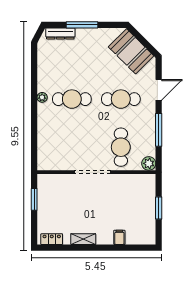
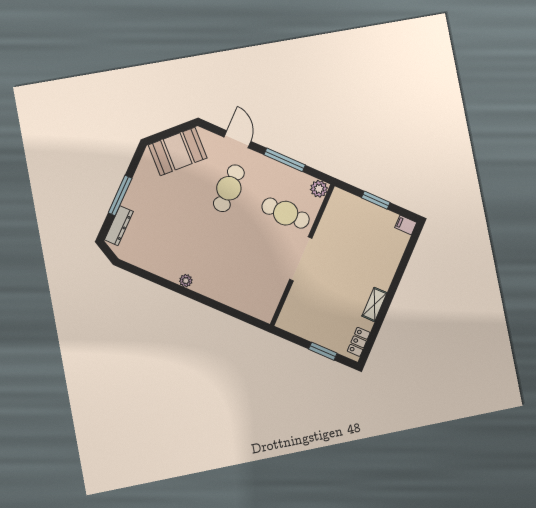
cafe table: (72, 99) -> (203, 246), removed
window: (34, 199) -> (323, 351), moved
filing cabinet: (119, 237) -> (406, 225), moved

